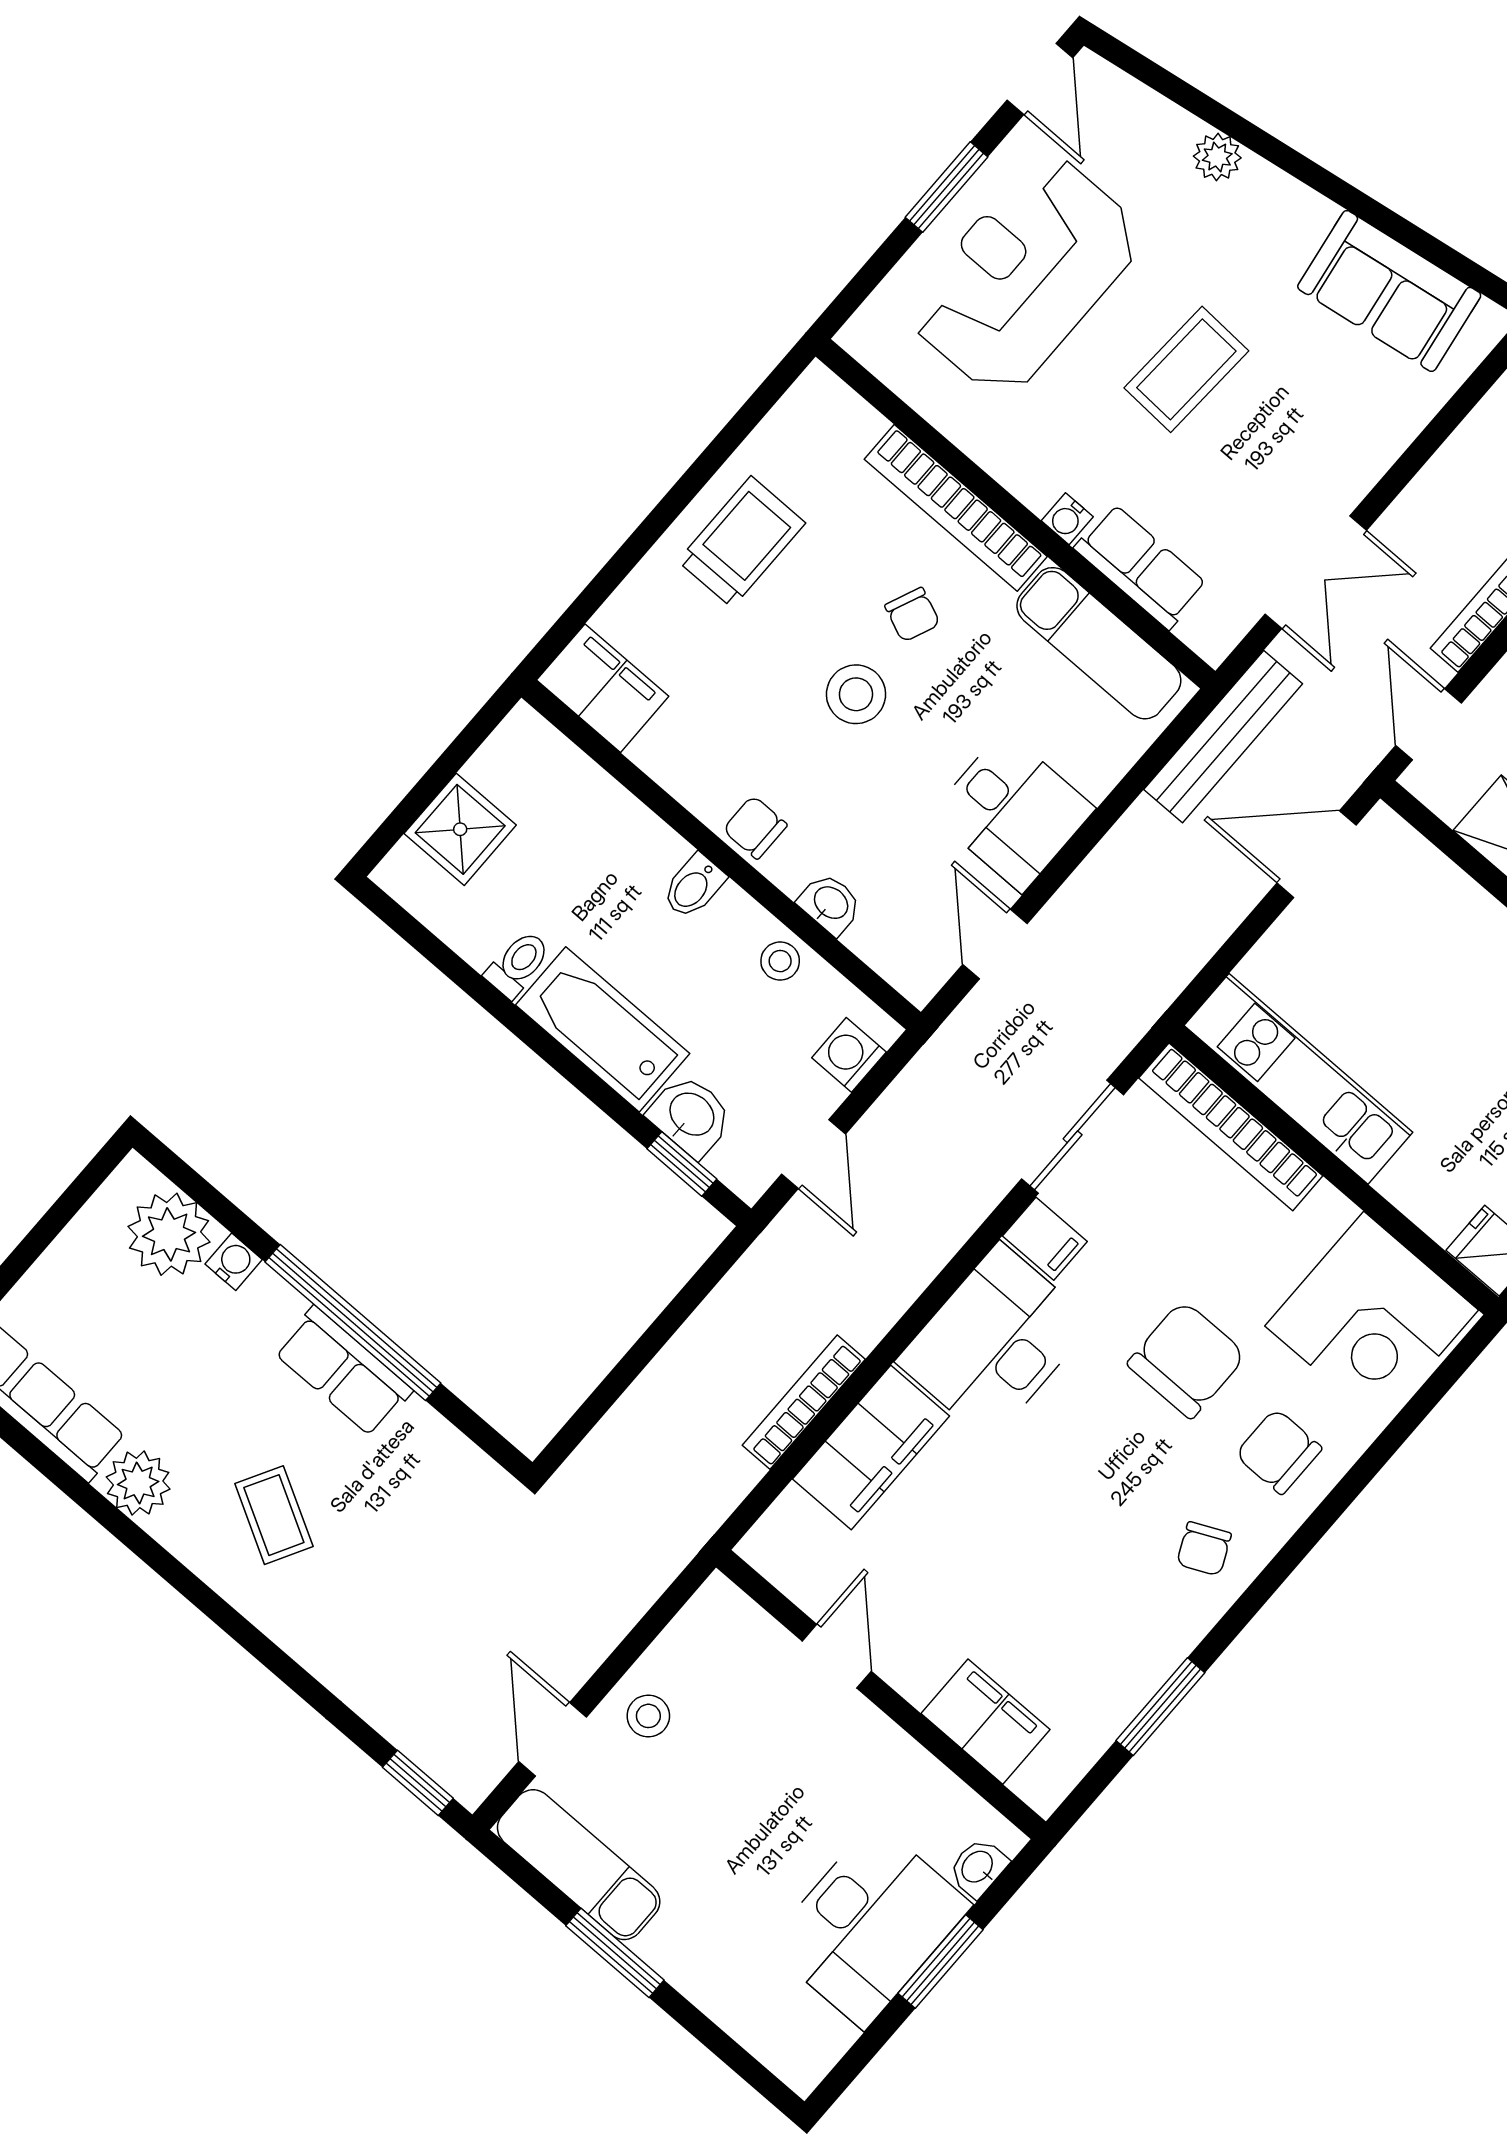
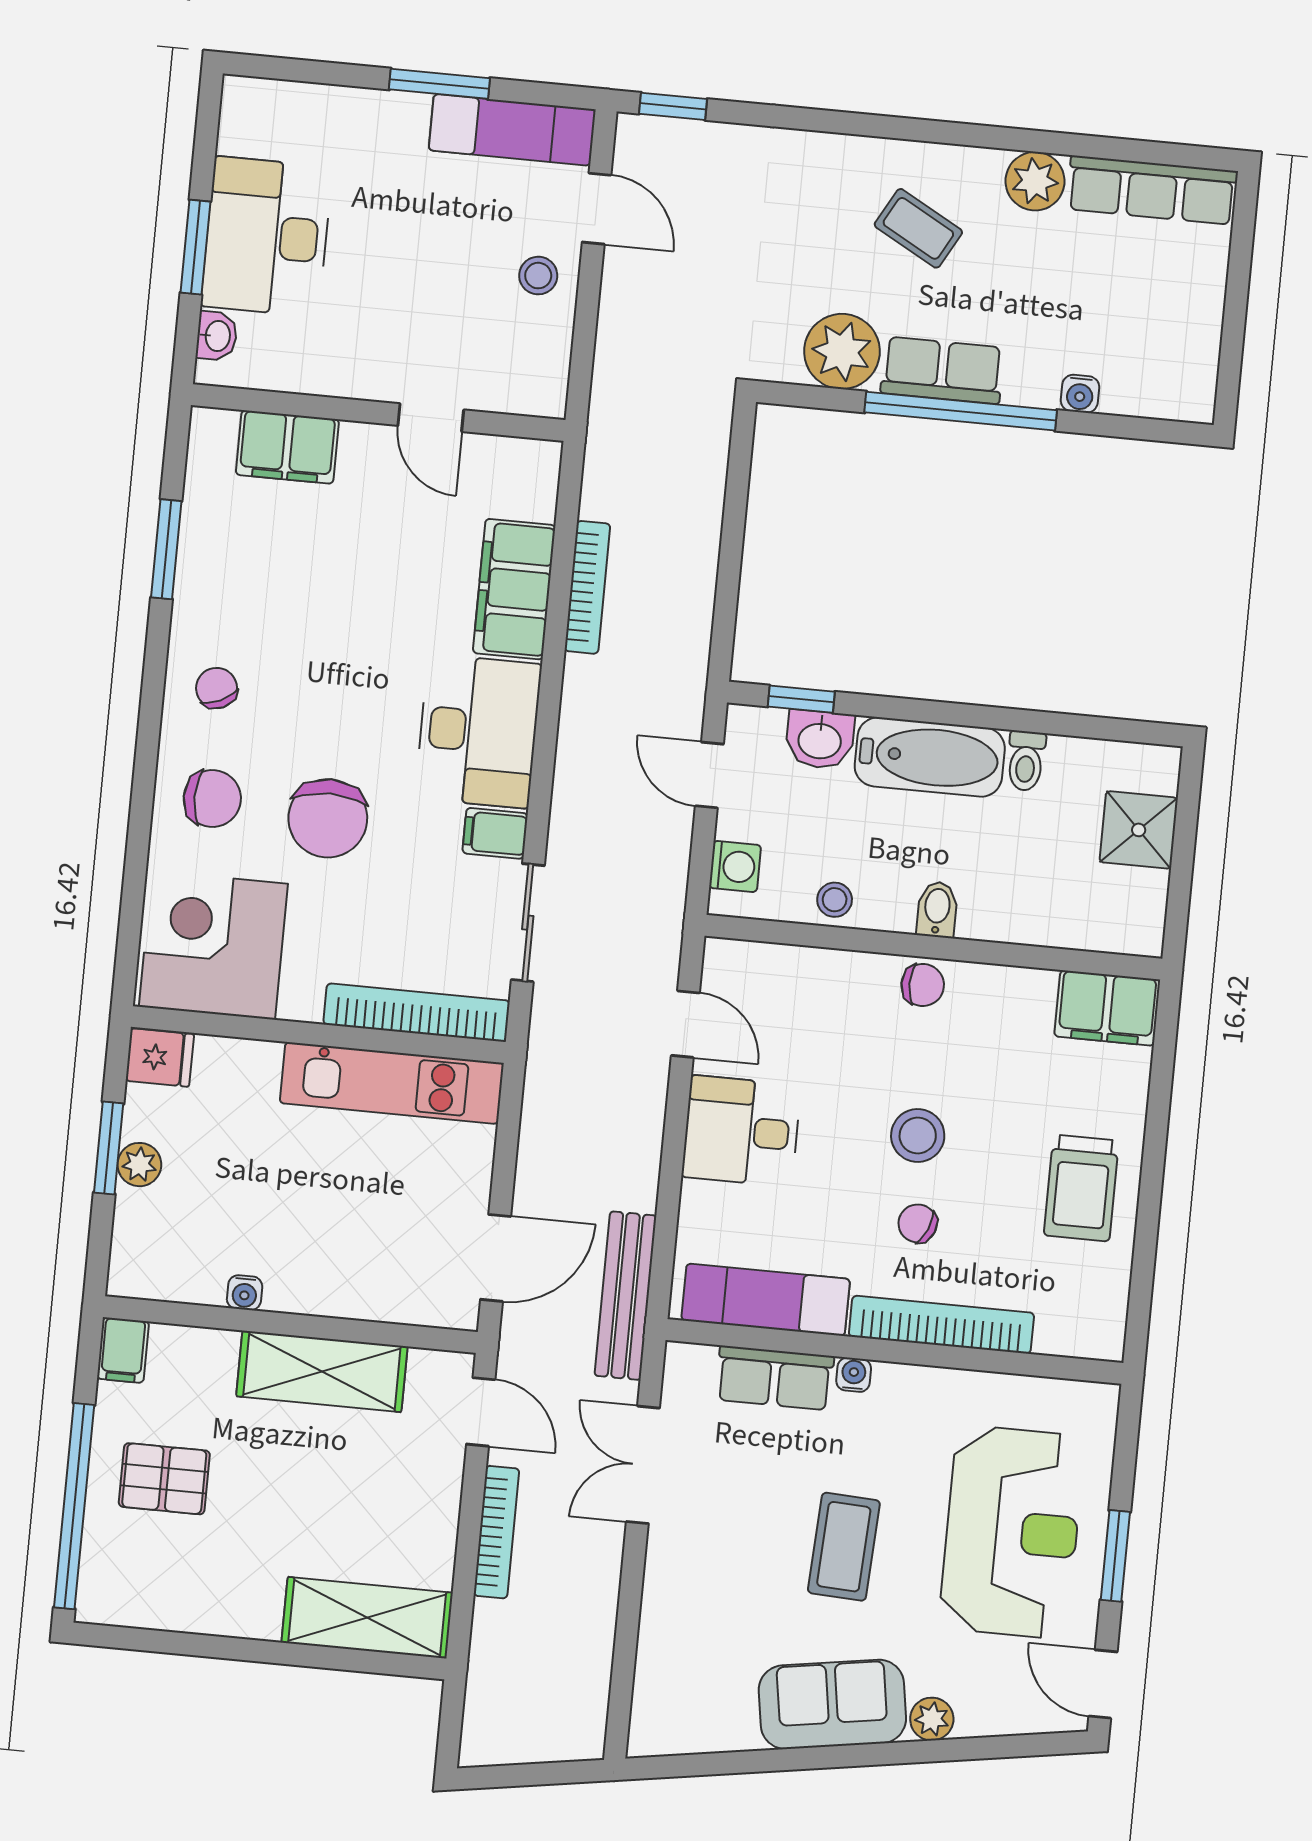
sofa: (1389, 291) -> (832, 1704), moved
washbasin: (830, 904) -> (828, 968), removed
plant: (169, 1234) -> (842, 351), moved

